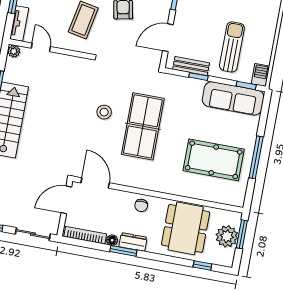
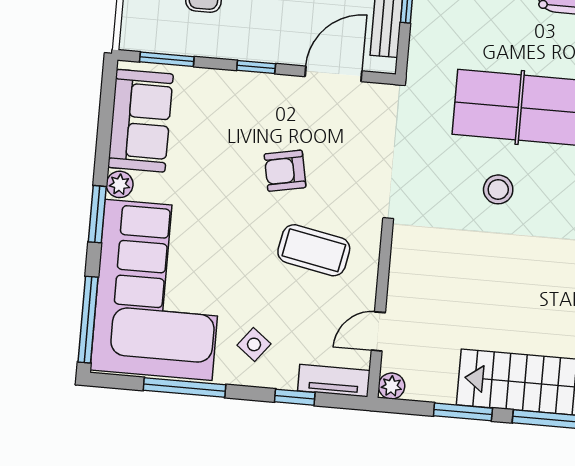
door: (168, 38) -> (333, 74), swing flipped

